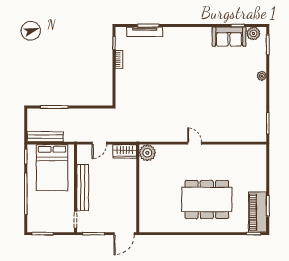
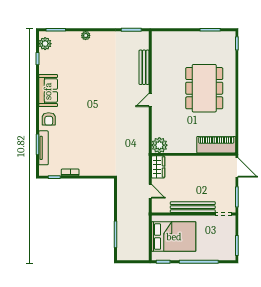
armchair: (175, 37) -> (49, 119), added
sofa: (229, 37) -> (48, 91), moved
bench: (45, 137) -> (144, 67), moved
piano: (258, 212) -> (216, 145), moved, turned 180

